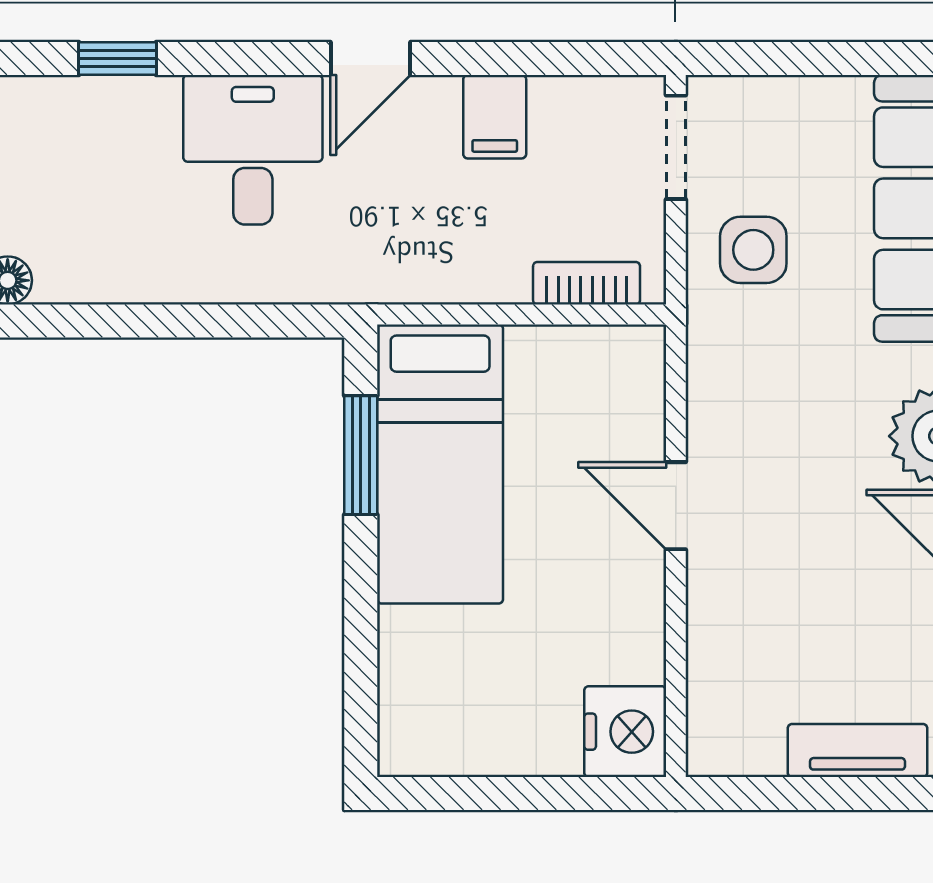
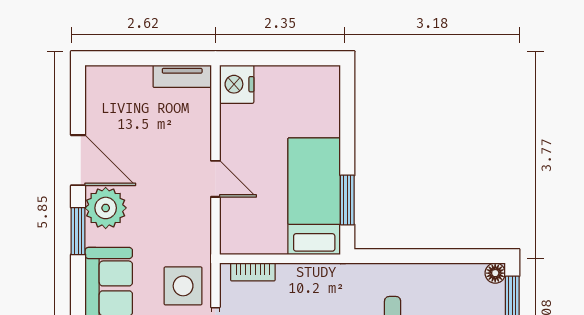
side table: (753, 250) -> (183, 286), width x1.37, depth x1.37
tv unit: (857, 751) -> (182, 76), moved

